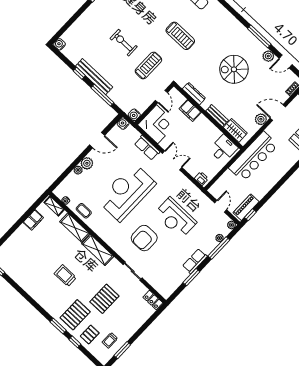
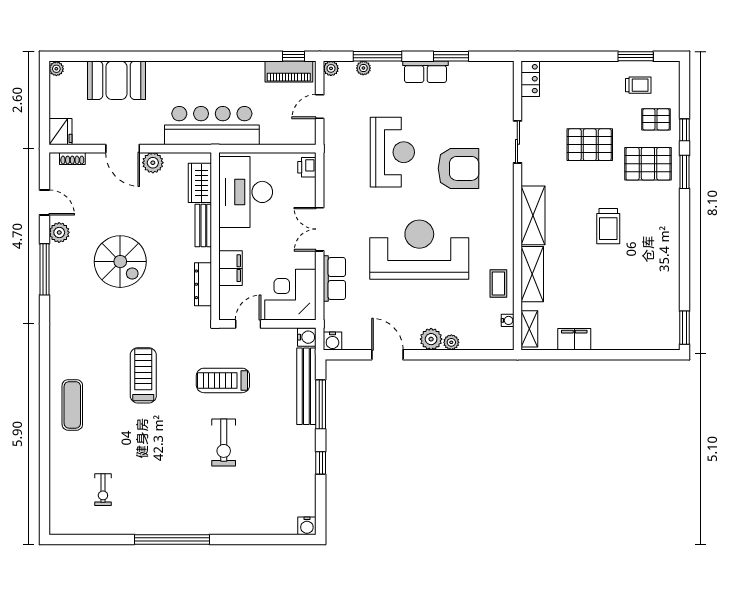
bench: (94, 77) -> (306, 386), moved
desk: (223, 149) -> (246, 192), width x1.87, depth x1.30
reception desk: (127, 192) -> (419, 250), turned 180

